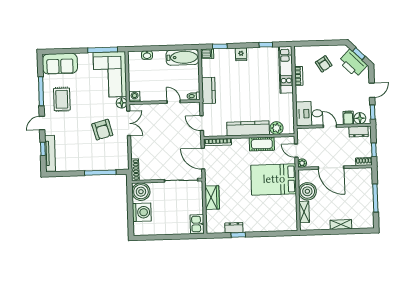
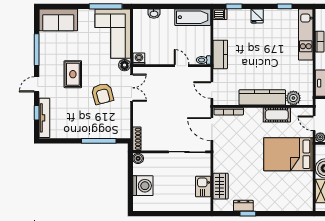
rug: (62, 99) -> (73, 74), moved
boiler: (141, 192) -> (138, 158), width x0.54, depth x0.54
wardrobe: (212, 198) -> (221, 186), moved
kitchen sink: (197, 224) -> (203, 187), moved

